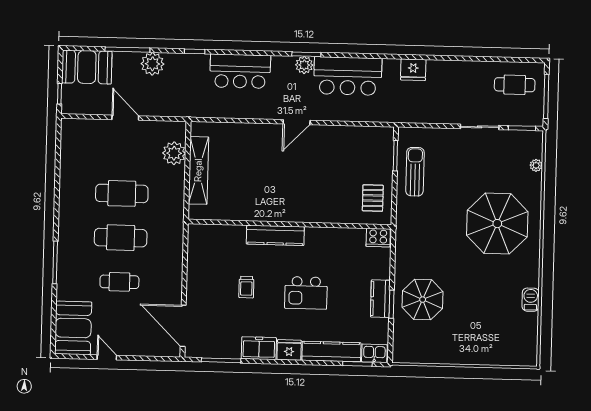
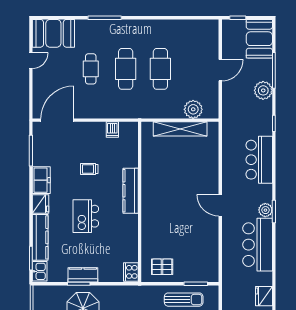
dishwasher: (197, 256) -> (112, 129), added

